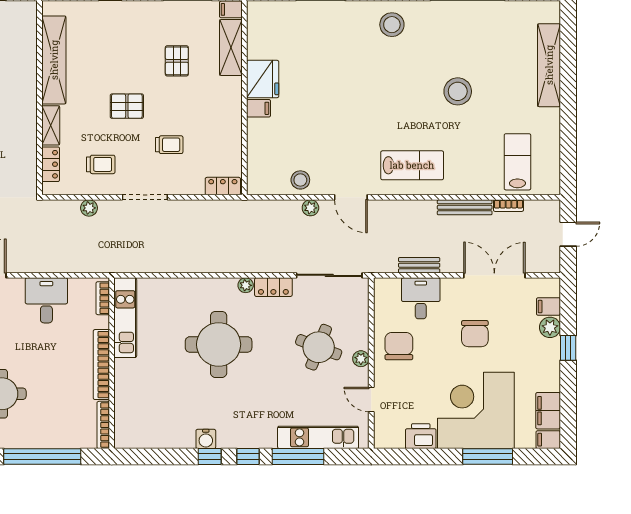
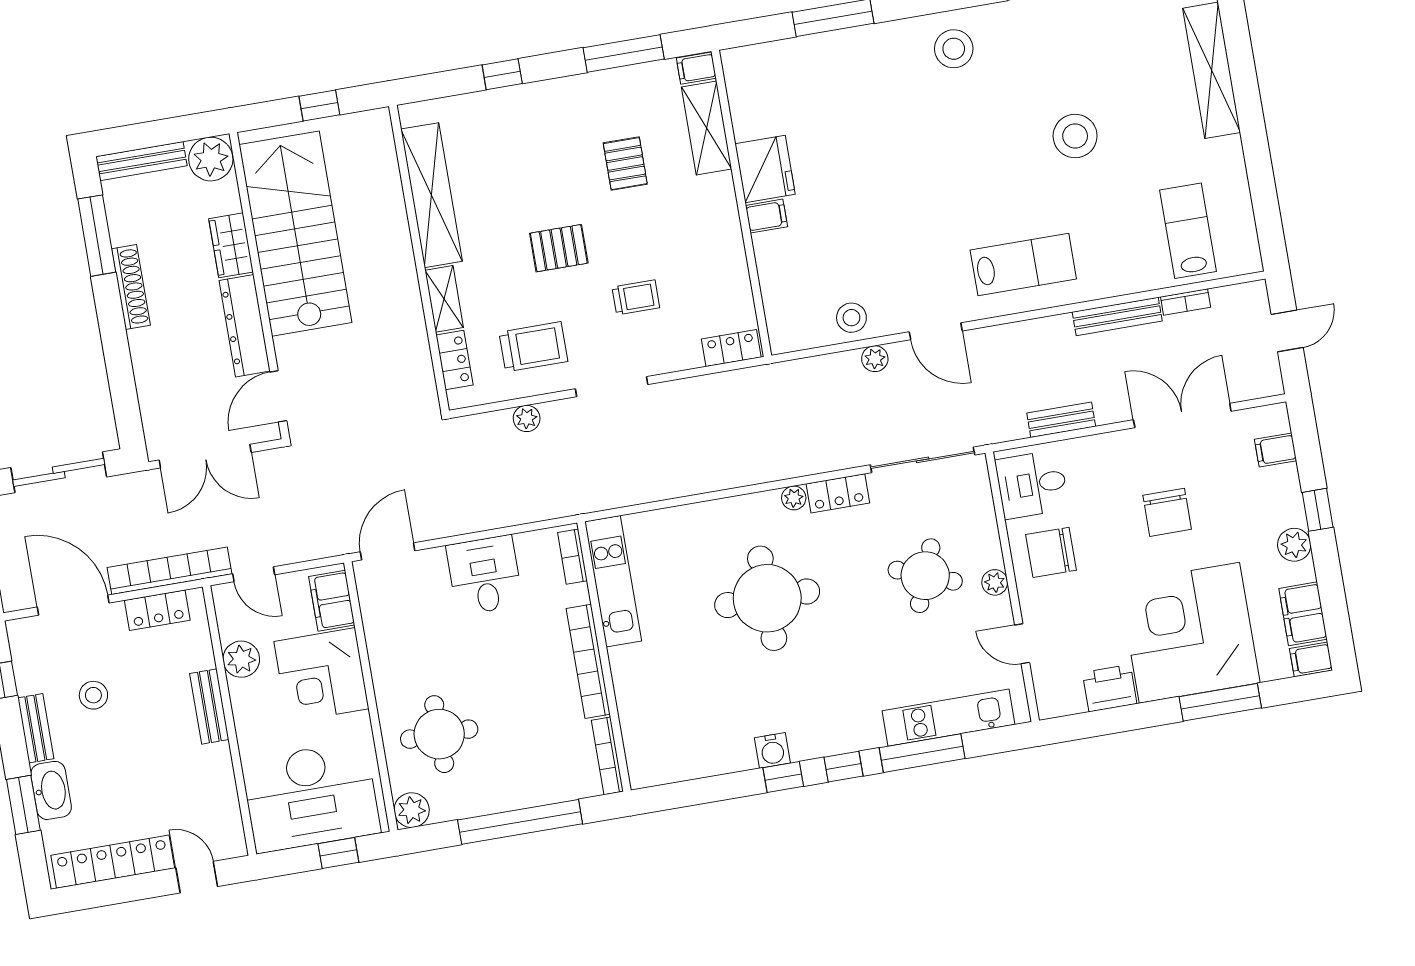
trolley: (101, 164) -> (533, 347), width x1.36, depth x1.39
desk: (421, 298) -> (1032, 484), moved, turned -90
plant: (550, 327) -> (1294, 545), moved
chair: (399, 346) -> (1051, 552), turned -90

